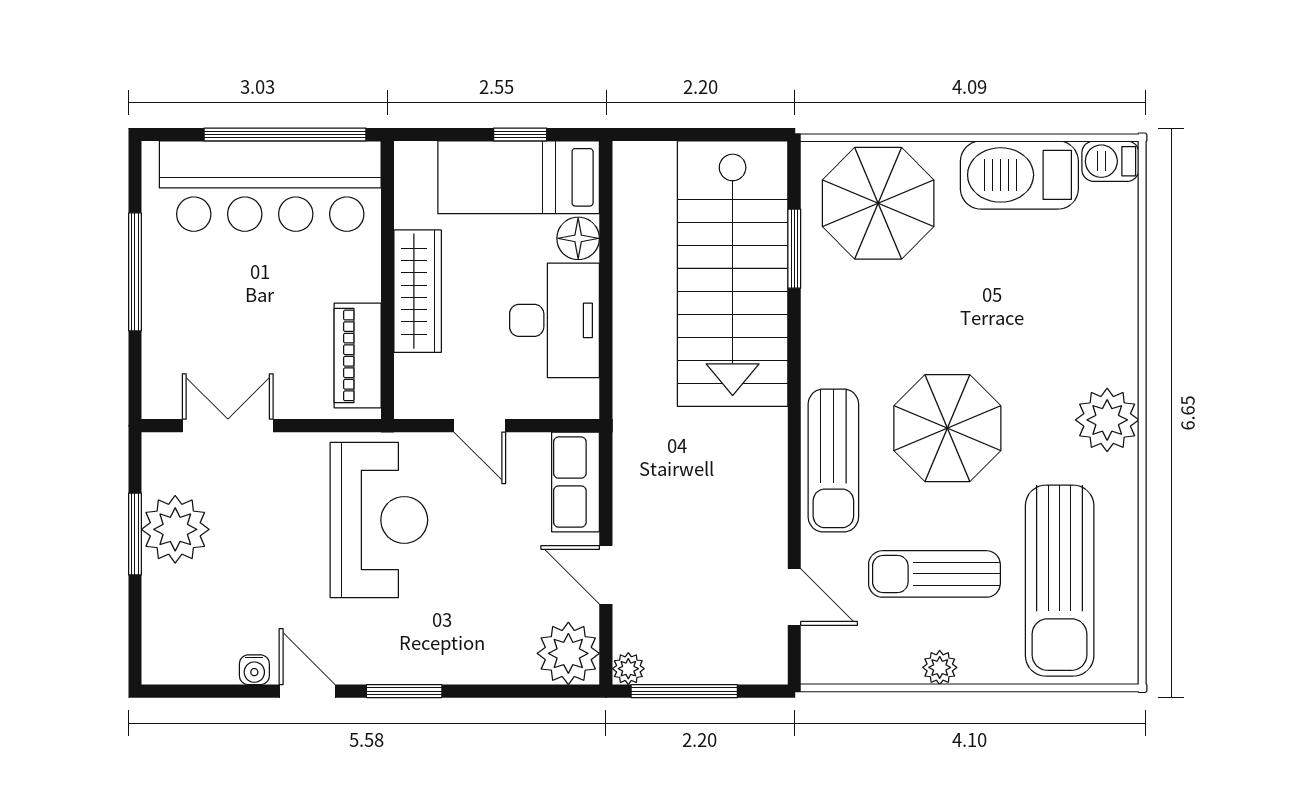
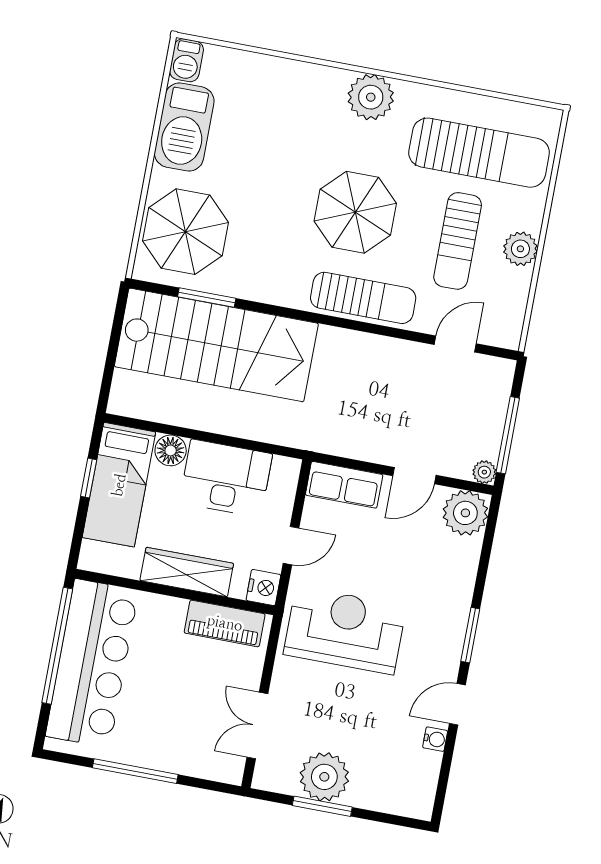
nightstand: (416, 399) -> (263, 588), added
plant: (940, 667) -> (520, 249), width x1.38, depth x1.38

